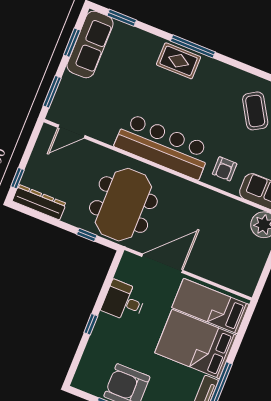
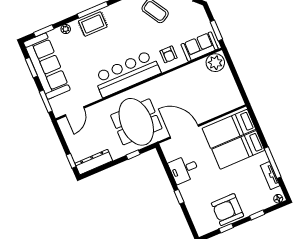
plant: (146, 38) -> (66, 29), added
sofa: (90, 44) -> (47, 66), width x1.36, depth x1.27
door: (162, 263) -> (184, 132), hinge flipped
bed: (196, 344) -> (238, 150), width x0.67

